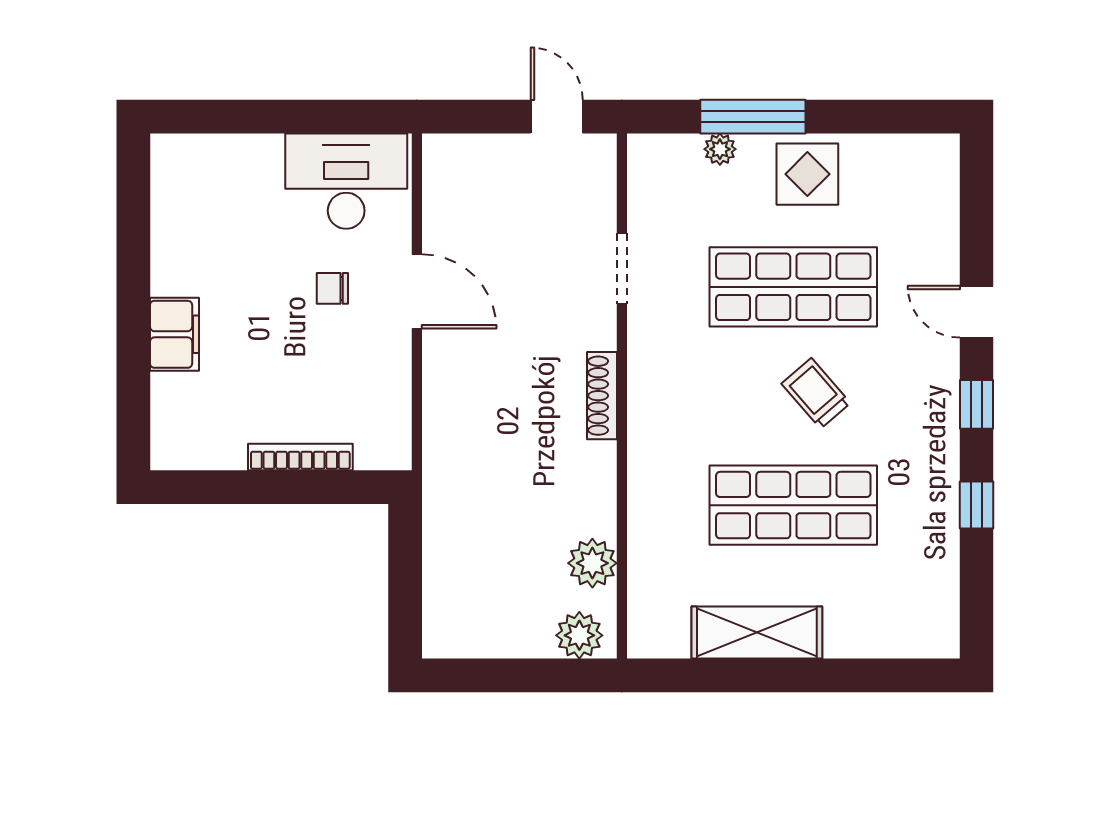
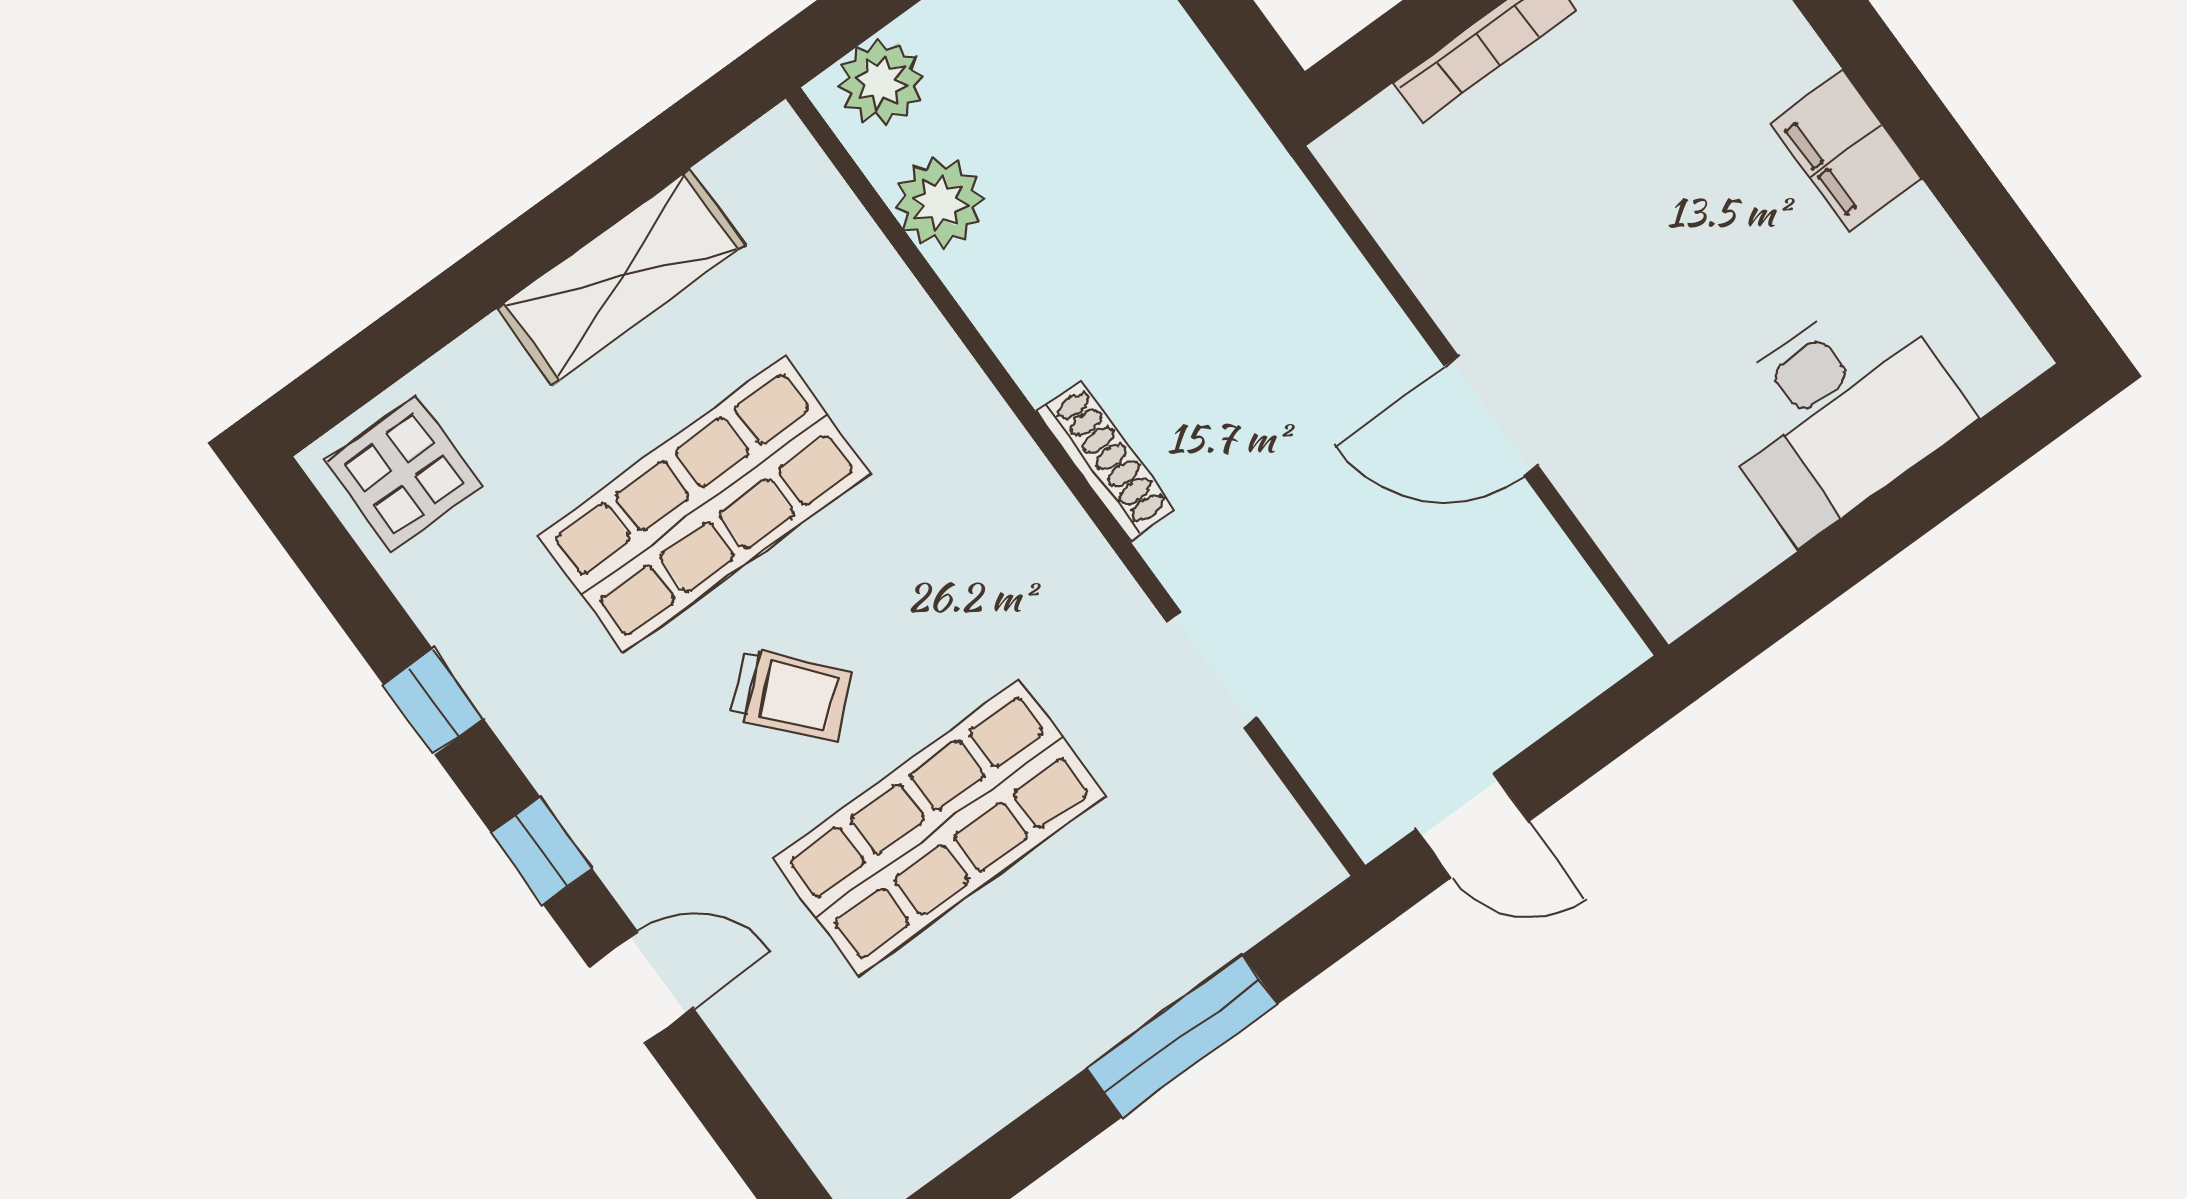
plant: (720, 149) -> (1196, 952), removed
display table: (807, 174) -> (404, 473), moved
desk: (346, 181) -> (1838, 413), moved
chair: (332, 288) -> (1620, 330), removed
filing cabinet: (174, 334) -> (1846, 150), moved

